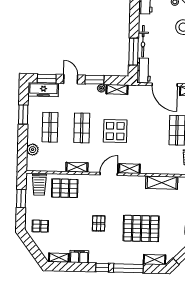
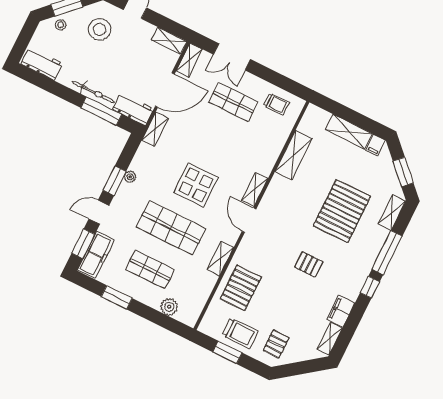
shelving: (117, 89) -> (155, 129), moved
shop shelf: (82, 128) -> (171, 228), width x1.43, depth x1.36
trolley: (39, 185) -> (240, 333), moved

